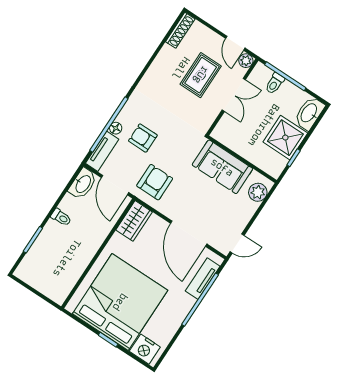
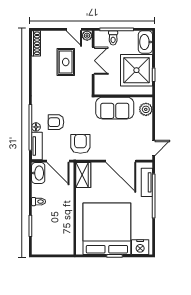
shower: (285, 138) -> (136, 70), width x1.37, depth x1.37

